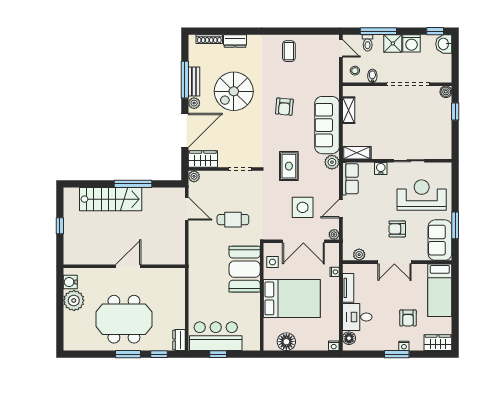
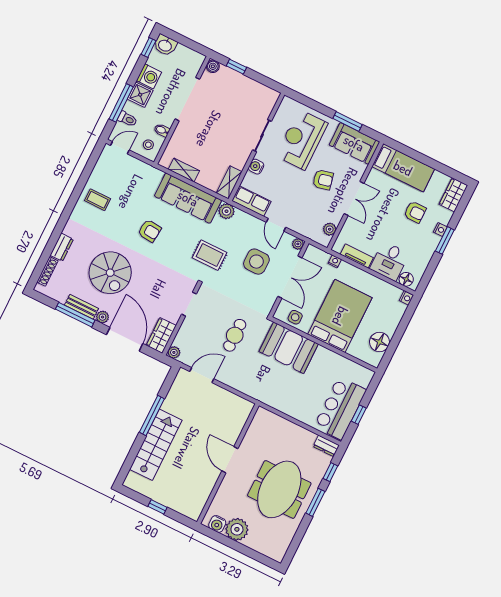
armchair: (397, 229) -> (323, 180), turned -103

